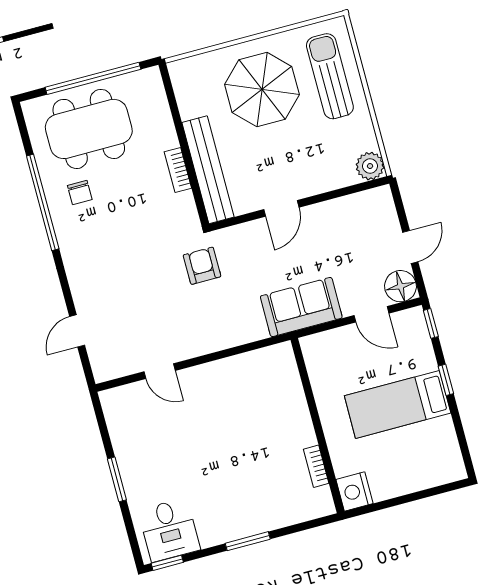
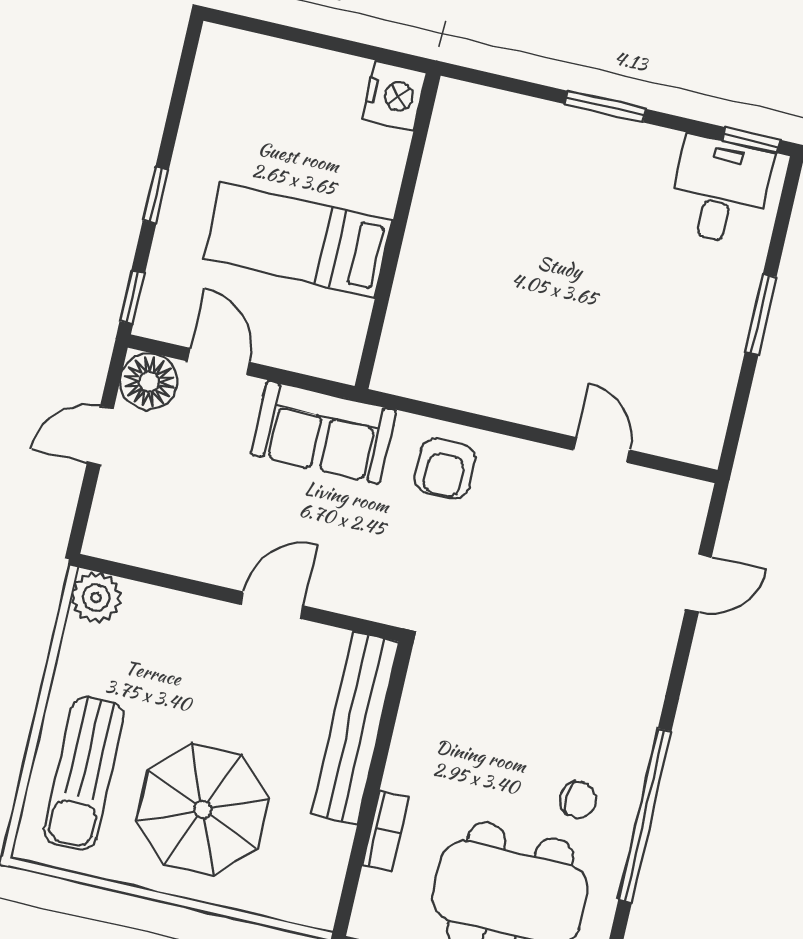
bookcase: (178, 170) -> (386, 831), moved
chair: (80, 193) -> (578, 800), turned 90
armchair: (202, 266) -> (445, 468), moved
bed: (398, 404) -> (298, 240), moved, turned 180
bookcase: (316, 466) -> (434, 168), removed

